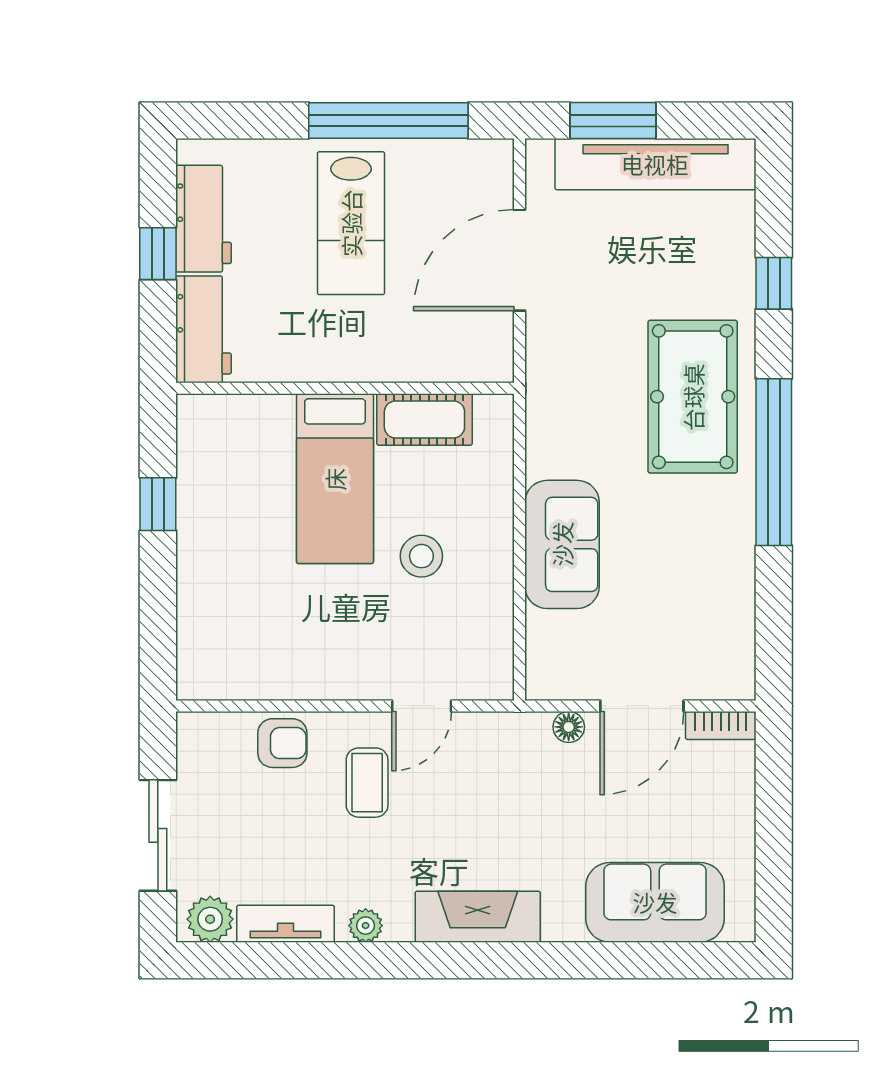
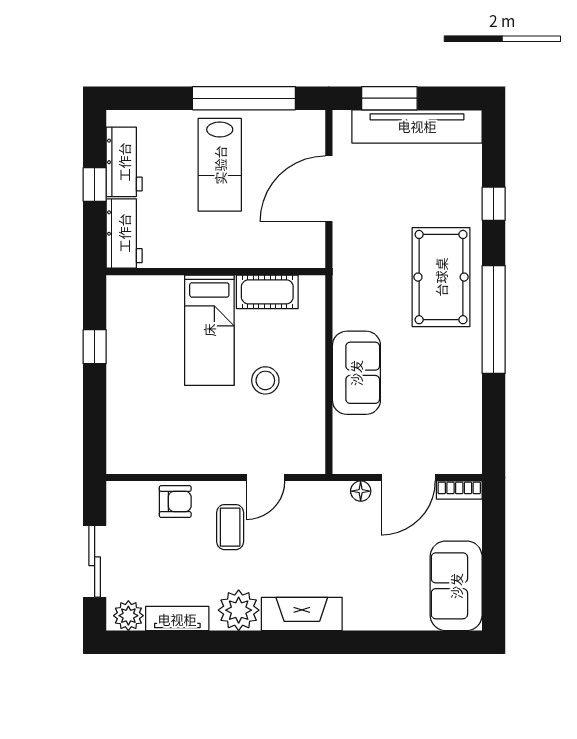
sofa: (655, 902) -> (456, 586), moved, turned -90
plant: (366, 926) -> (239, 610), width x1.88, depth x1.88

